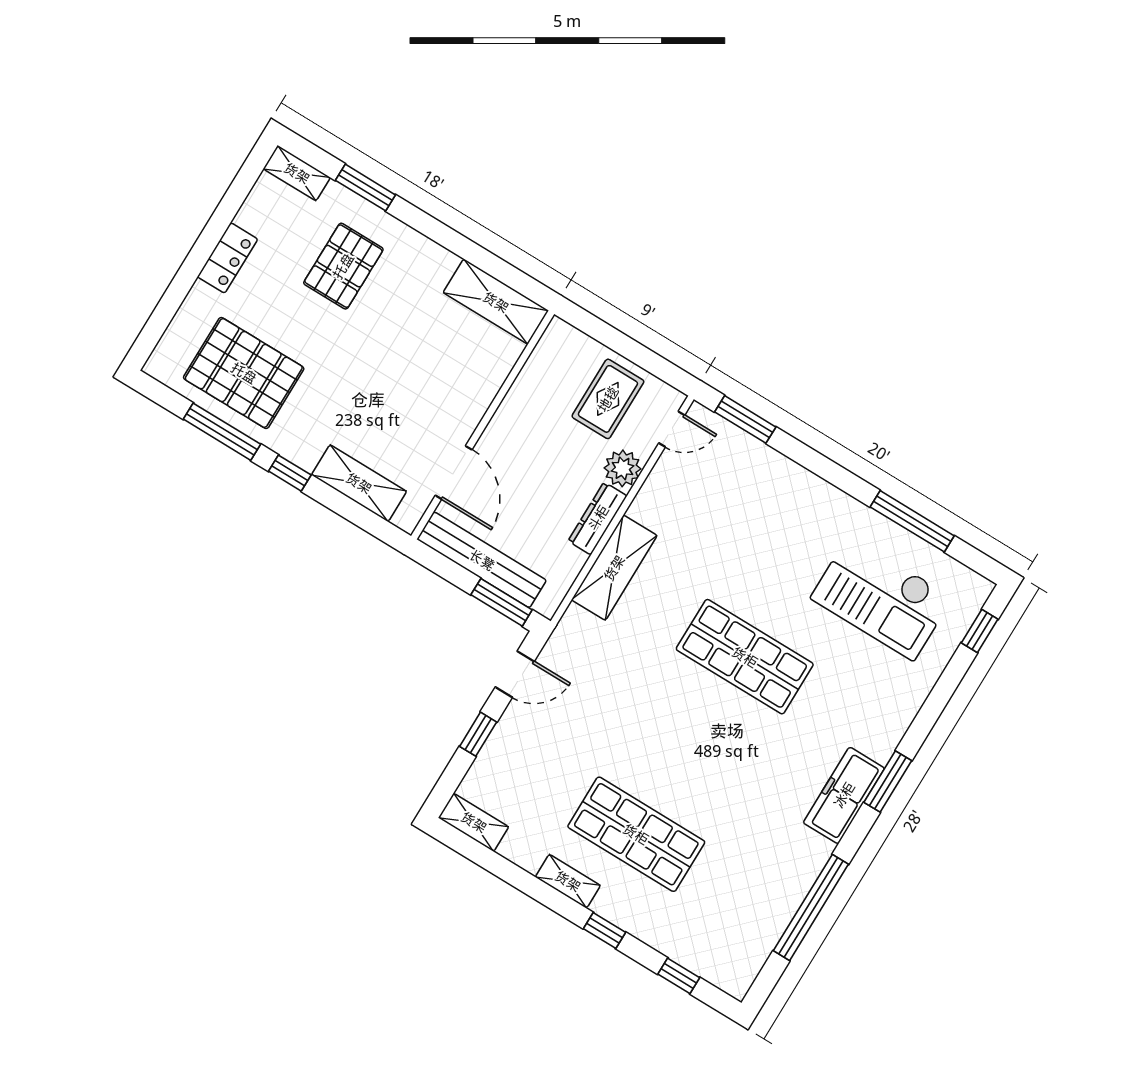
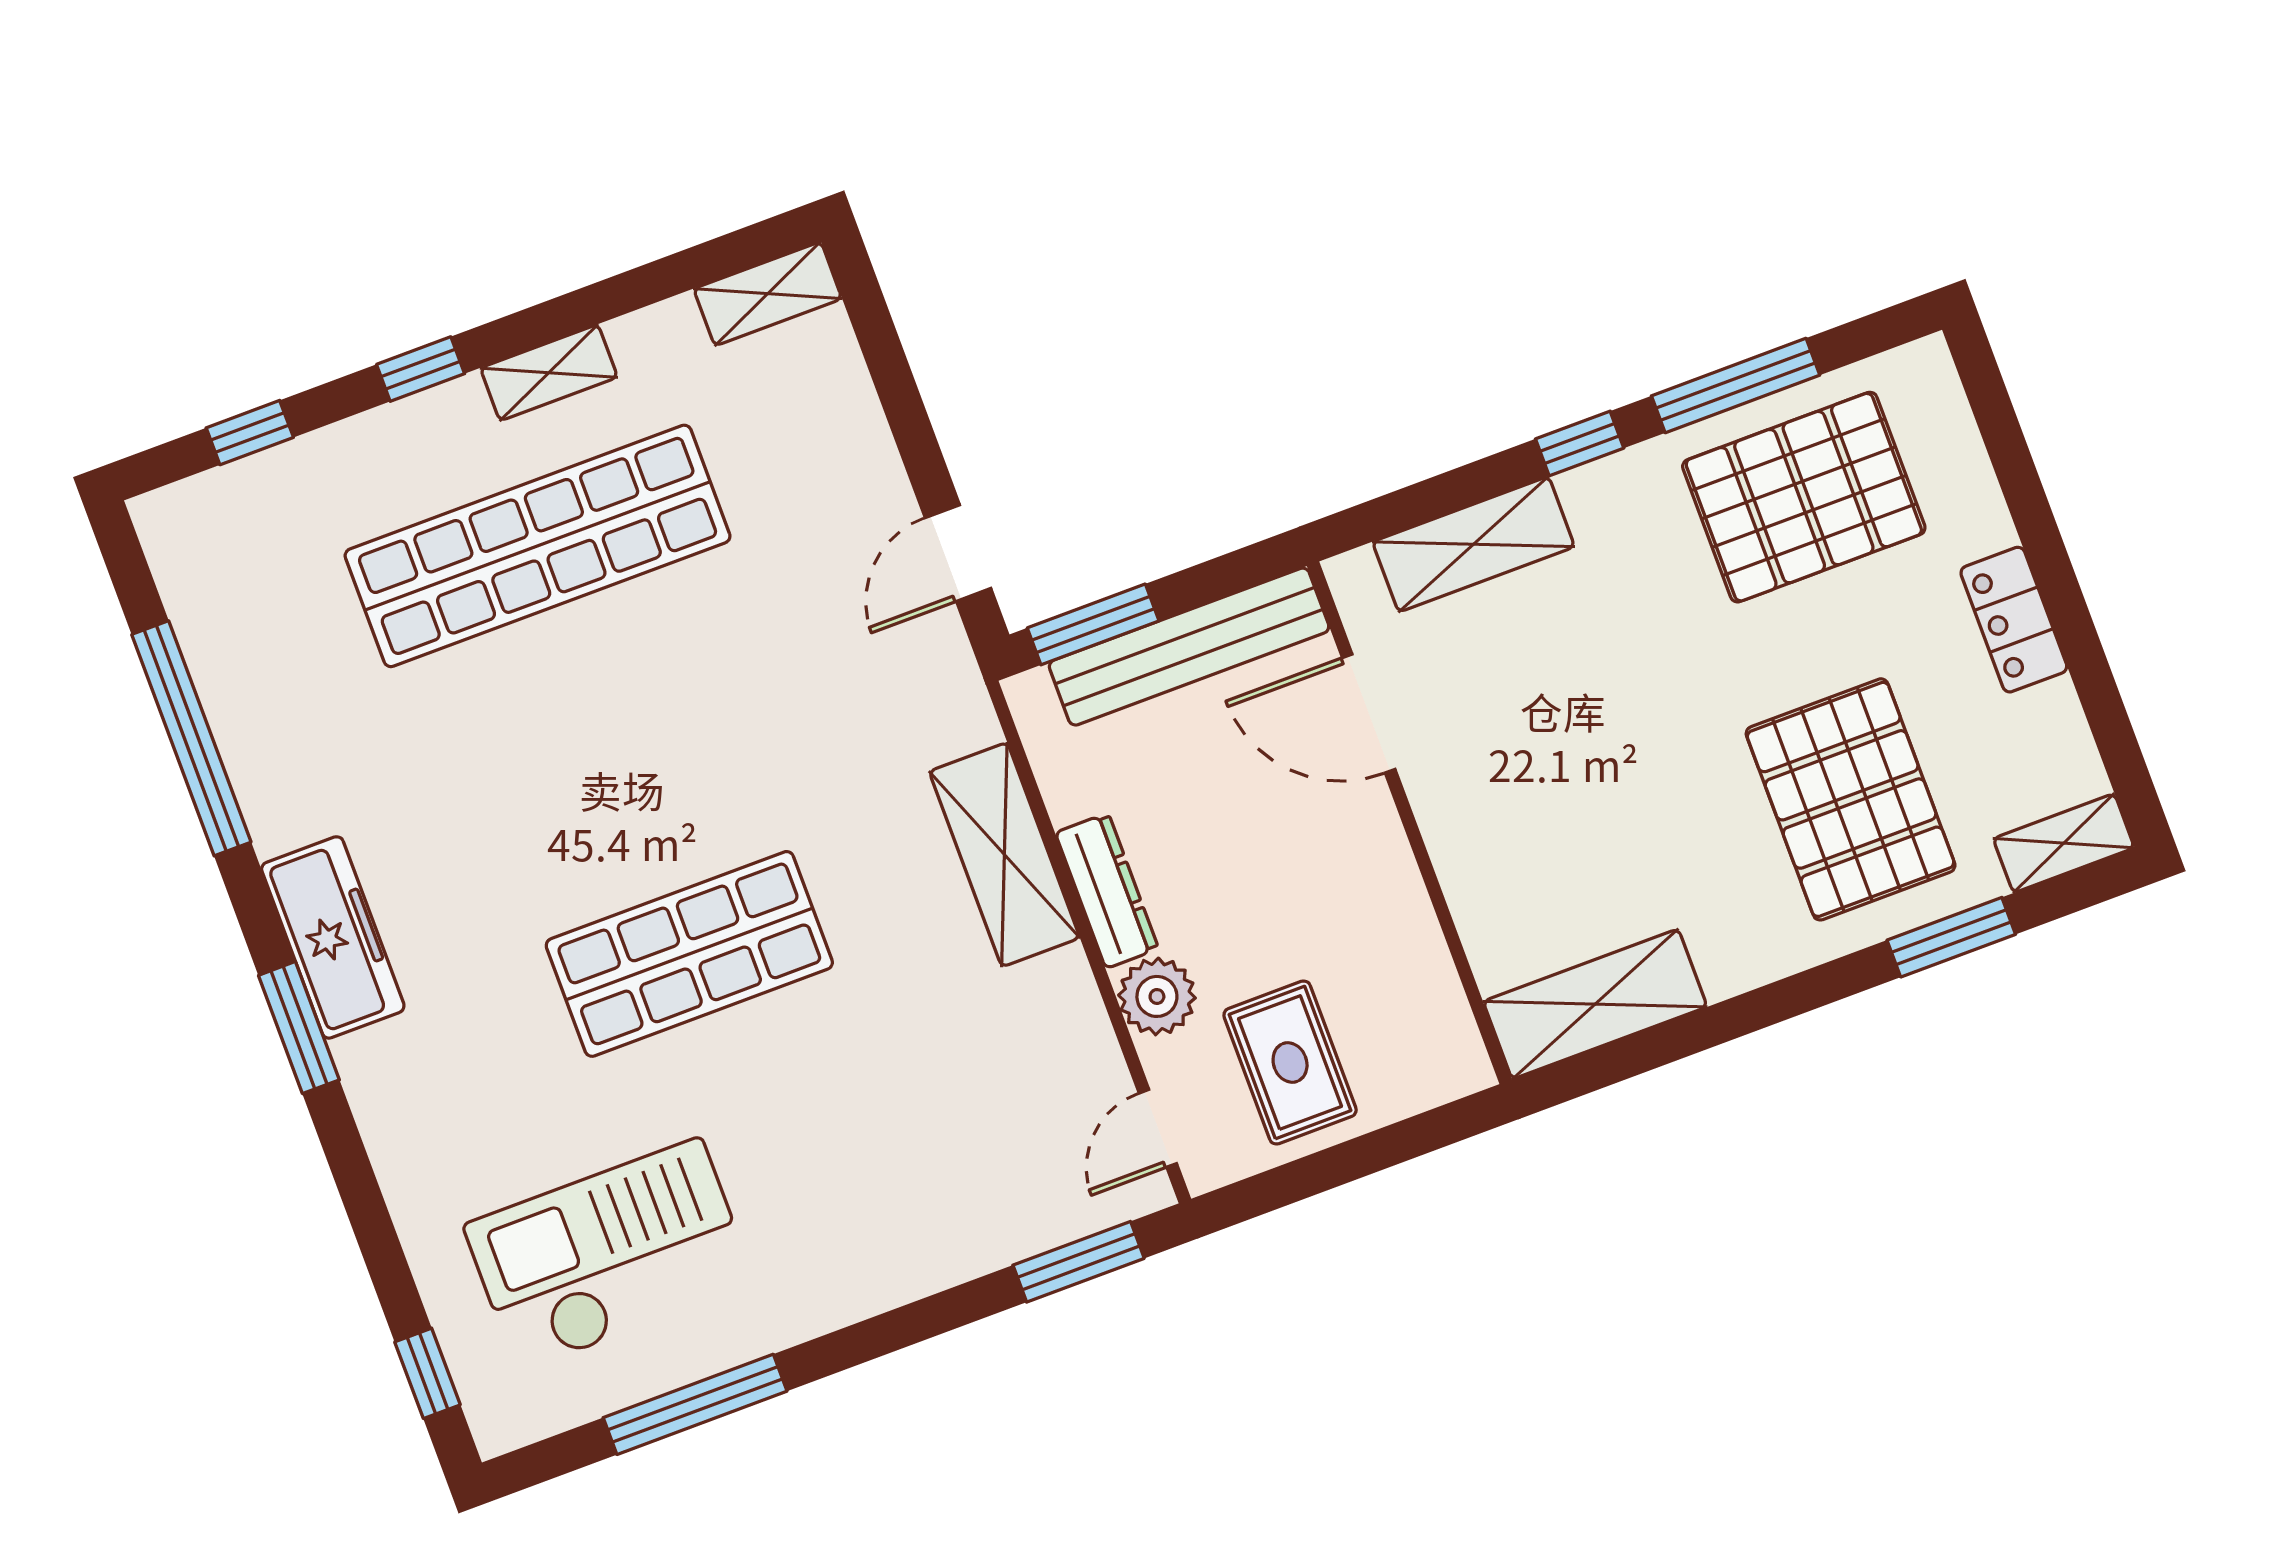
pallet: (343, 266) -> (1851, 799), width x1.37, depth x1.41
window: (478, 734) -> (907, 415), removed
shop shelf: (636, 834) -> (538, 546), width x1.40

